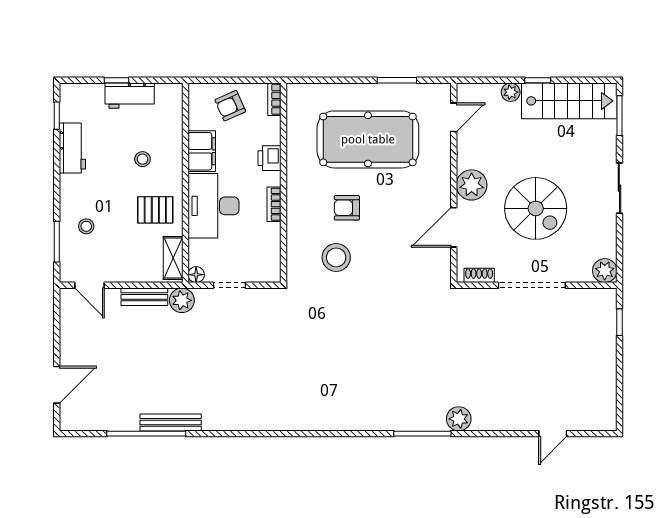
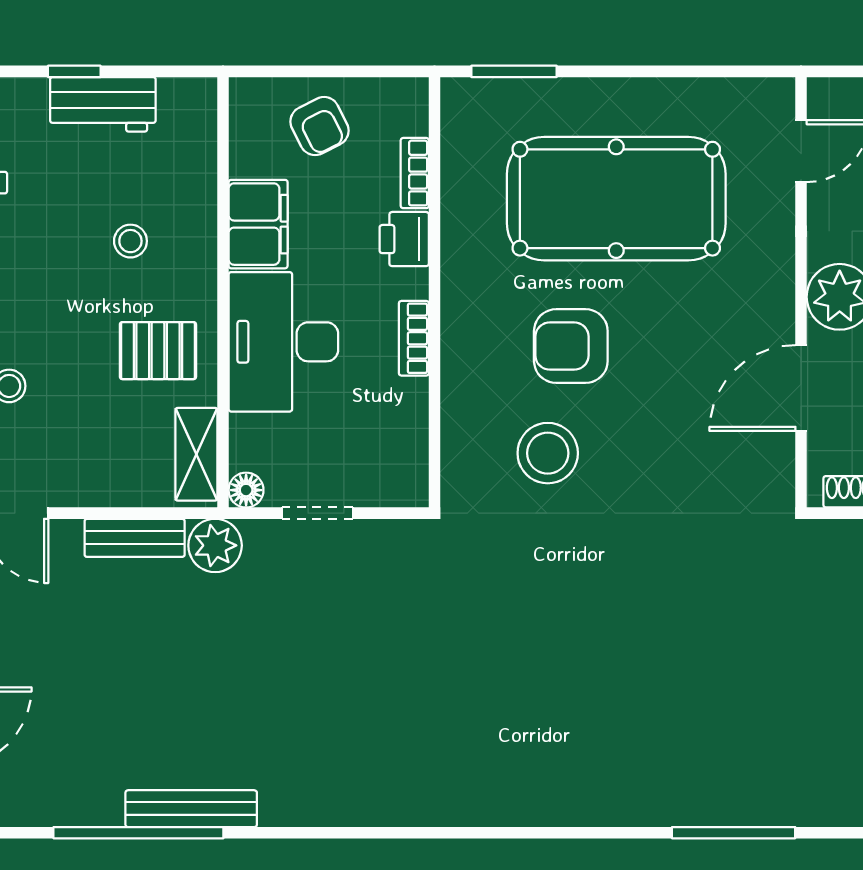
window: (397, 80) -> (514, 71), moved
bookcase: (274, 99) -> (415, 173), moved
armchair: (230, 106) -> (320, 126), turned -93
armchair: (347, 208) -> (571, 346), width x1.38, depth x1.38
plant: (459, 419) -> (812, 801), removed

